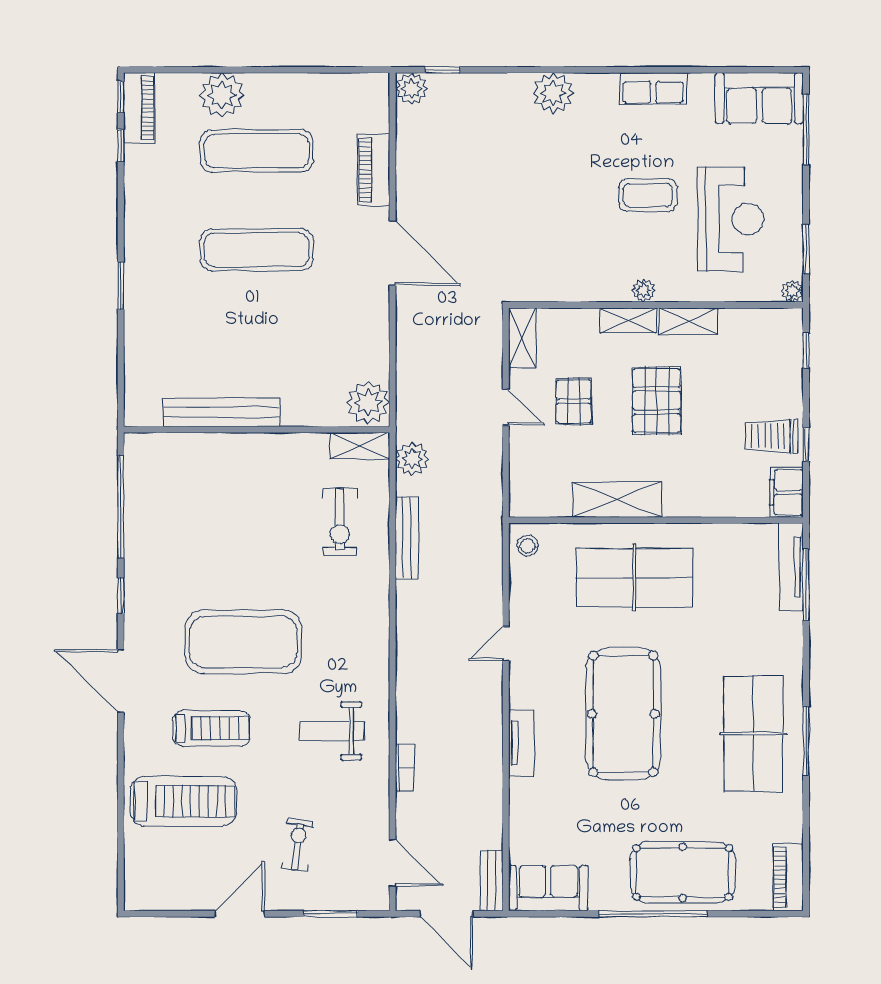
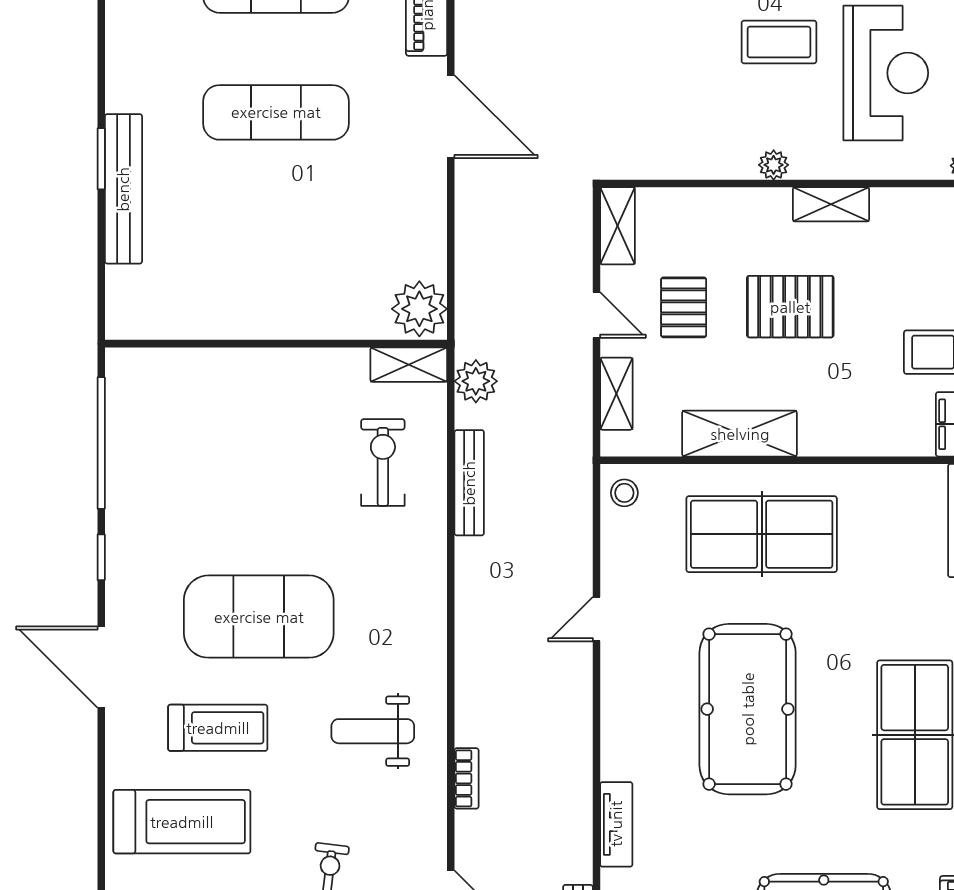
shelving: (628, 320) -> (616, 394), moved, turned 90
pallet: (657, 401) -> (790, 307), turned 90
bench: (221, 412) -> (123, 189), moved, turned 90
exercise bike: (340, 522) -> (383, 463), turned 180
tv unit: (521, 743) -> (616, 824), moved

